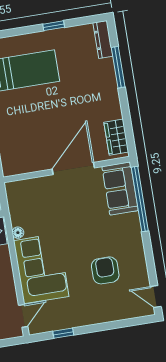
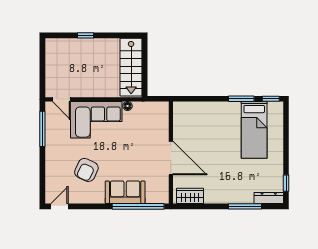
window: (54, 26) -> (286, 183), moved
sofa: (120, 189) -> (125, 192), moved
armchair: (105, 270) -> (86, 170), turned 115
window: (63, 333) -> (42, 129), width x2.17

